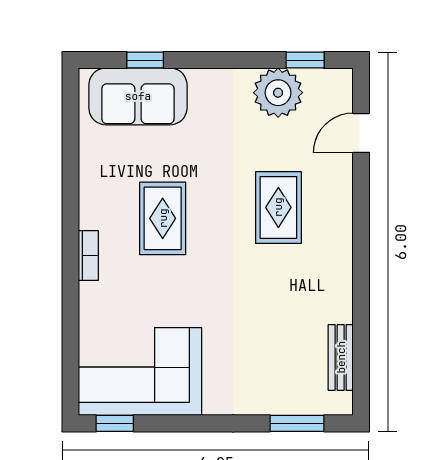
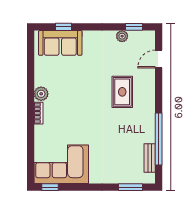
plant: (278, 93) -> (122, 36), width x0.53, depth x0.53
plant: (95, 212) -> (41, 94), added
rug: (163, 218) -> (71, 97), removed
window: (361, 314) -> (159, 139), added

